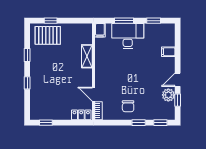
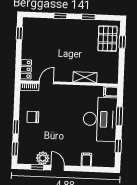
desk: (128, 36) -> (100, 119), width x1.36, depth x1.30

